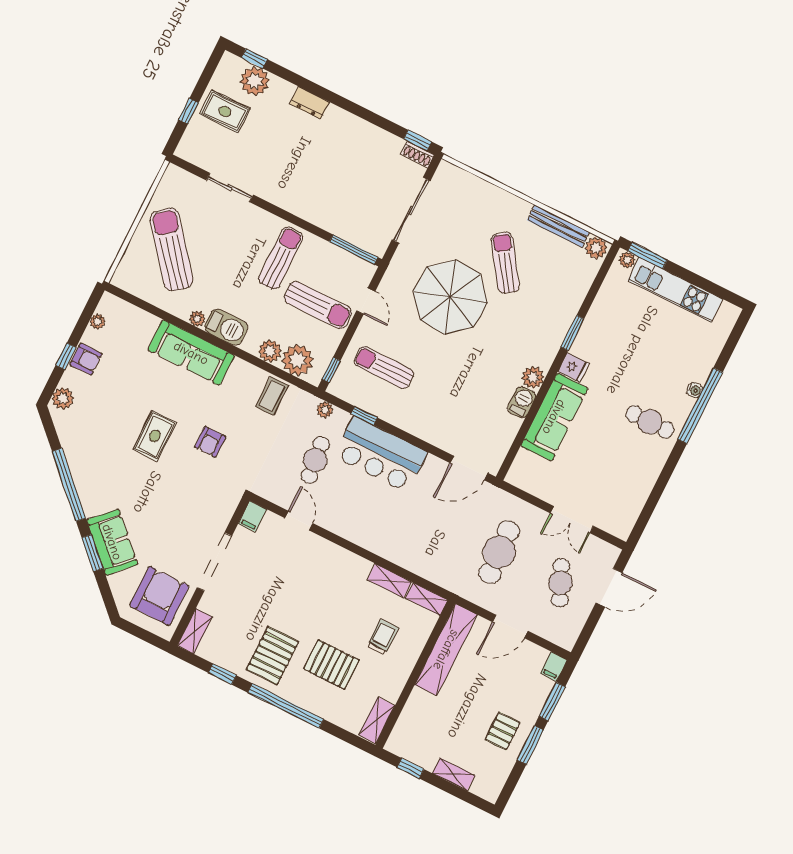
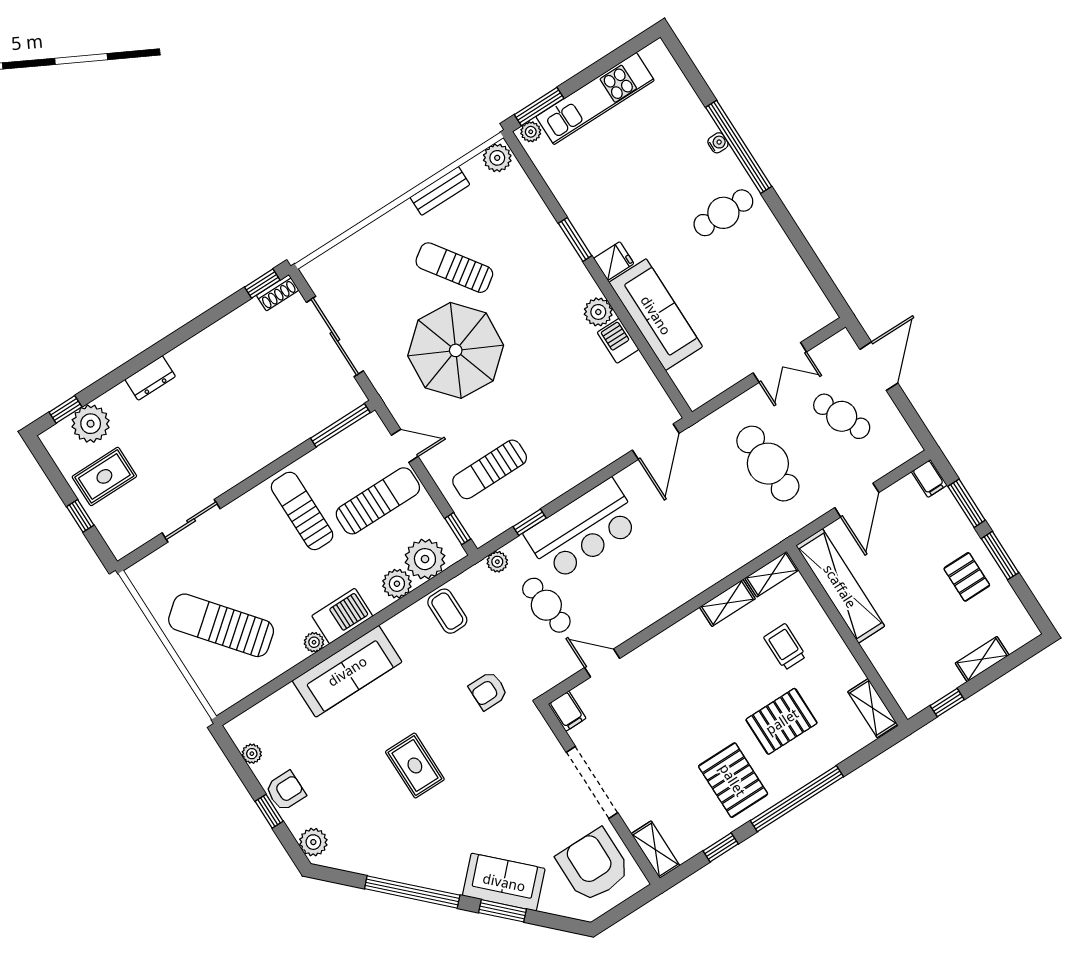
bench: (558, 226) -> (440, 191), width x0.73
armchair: (210, 442) -> (488, 691), moved, turned 90

